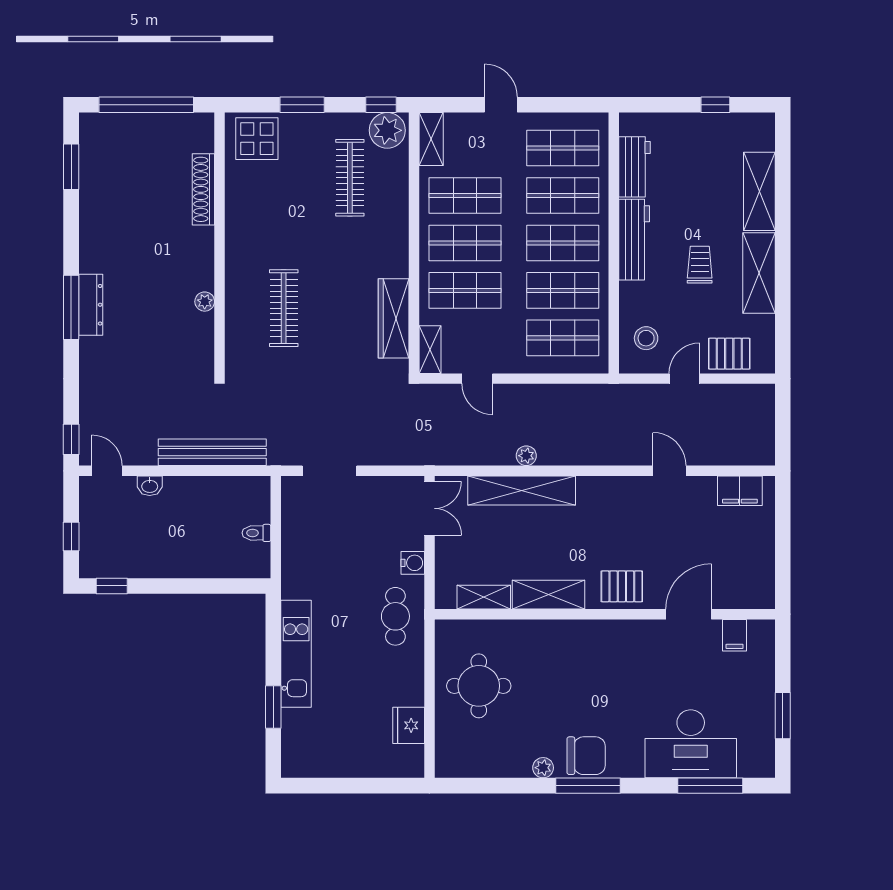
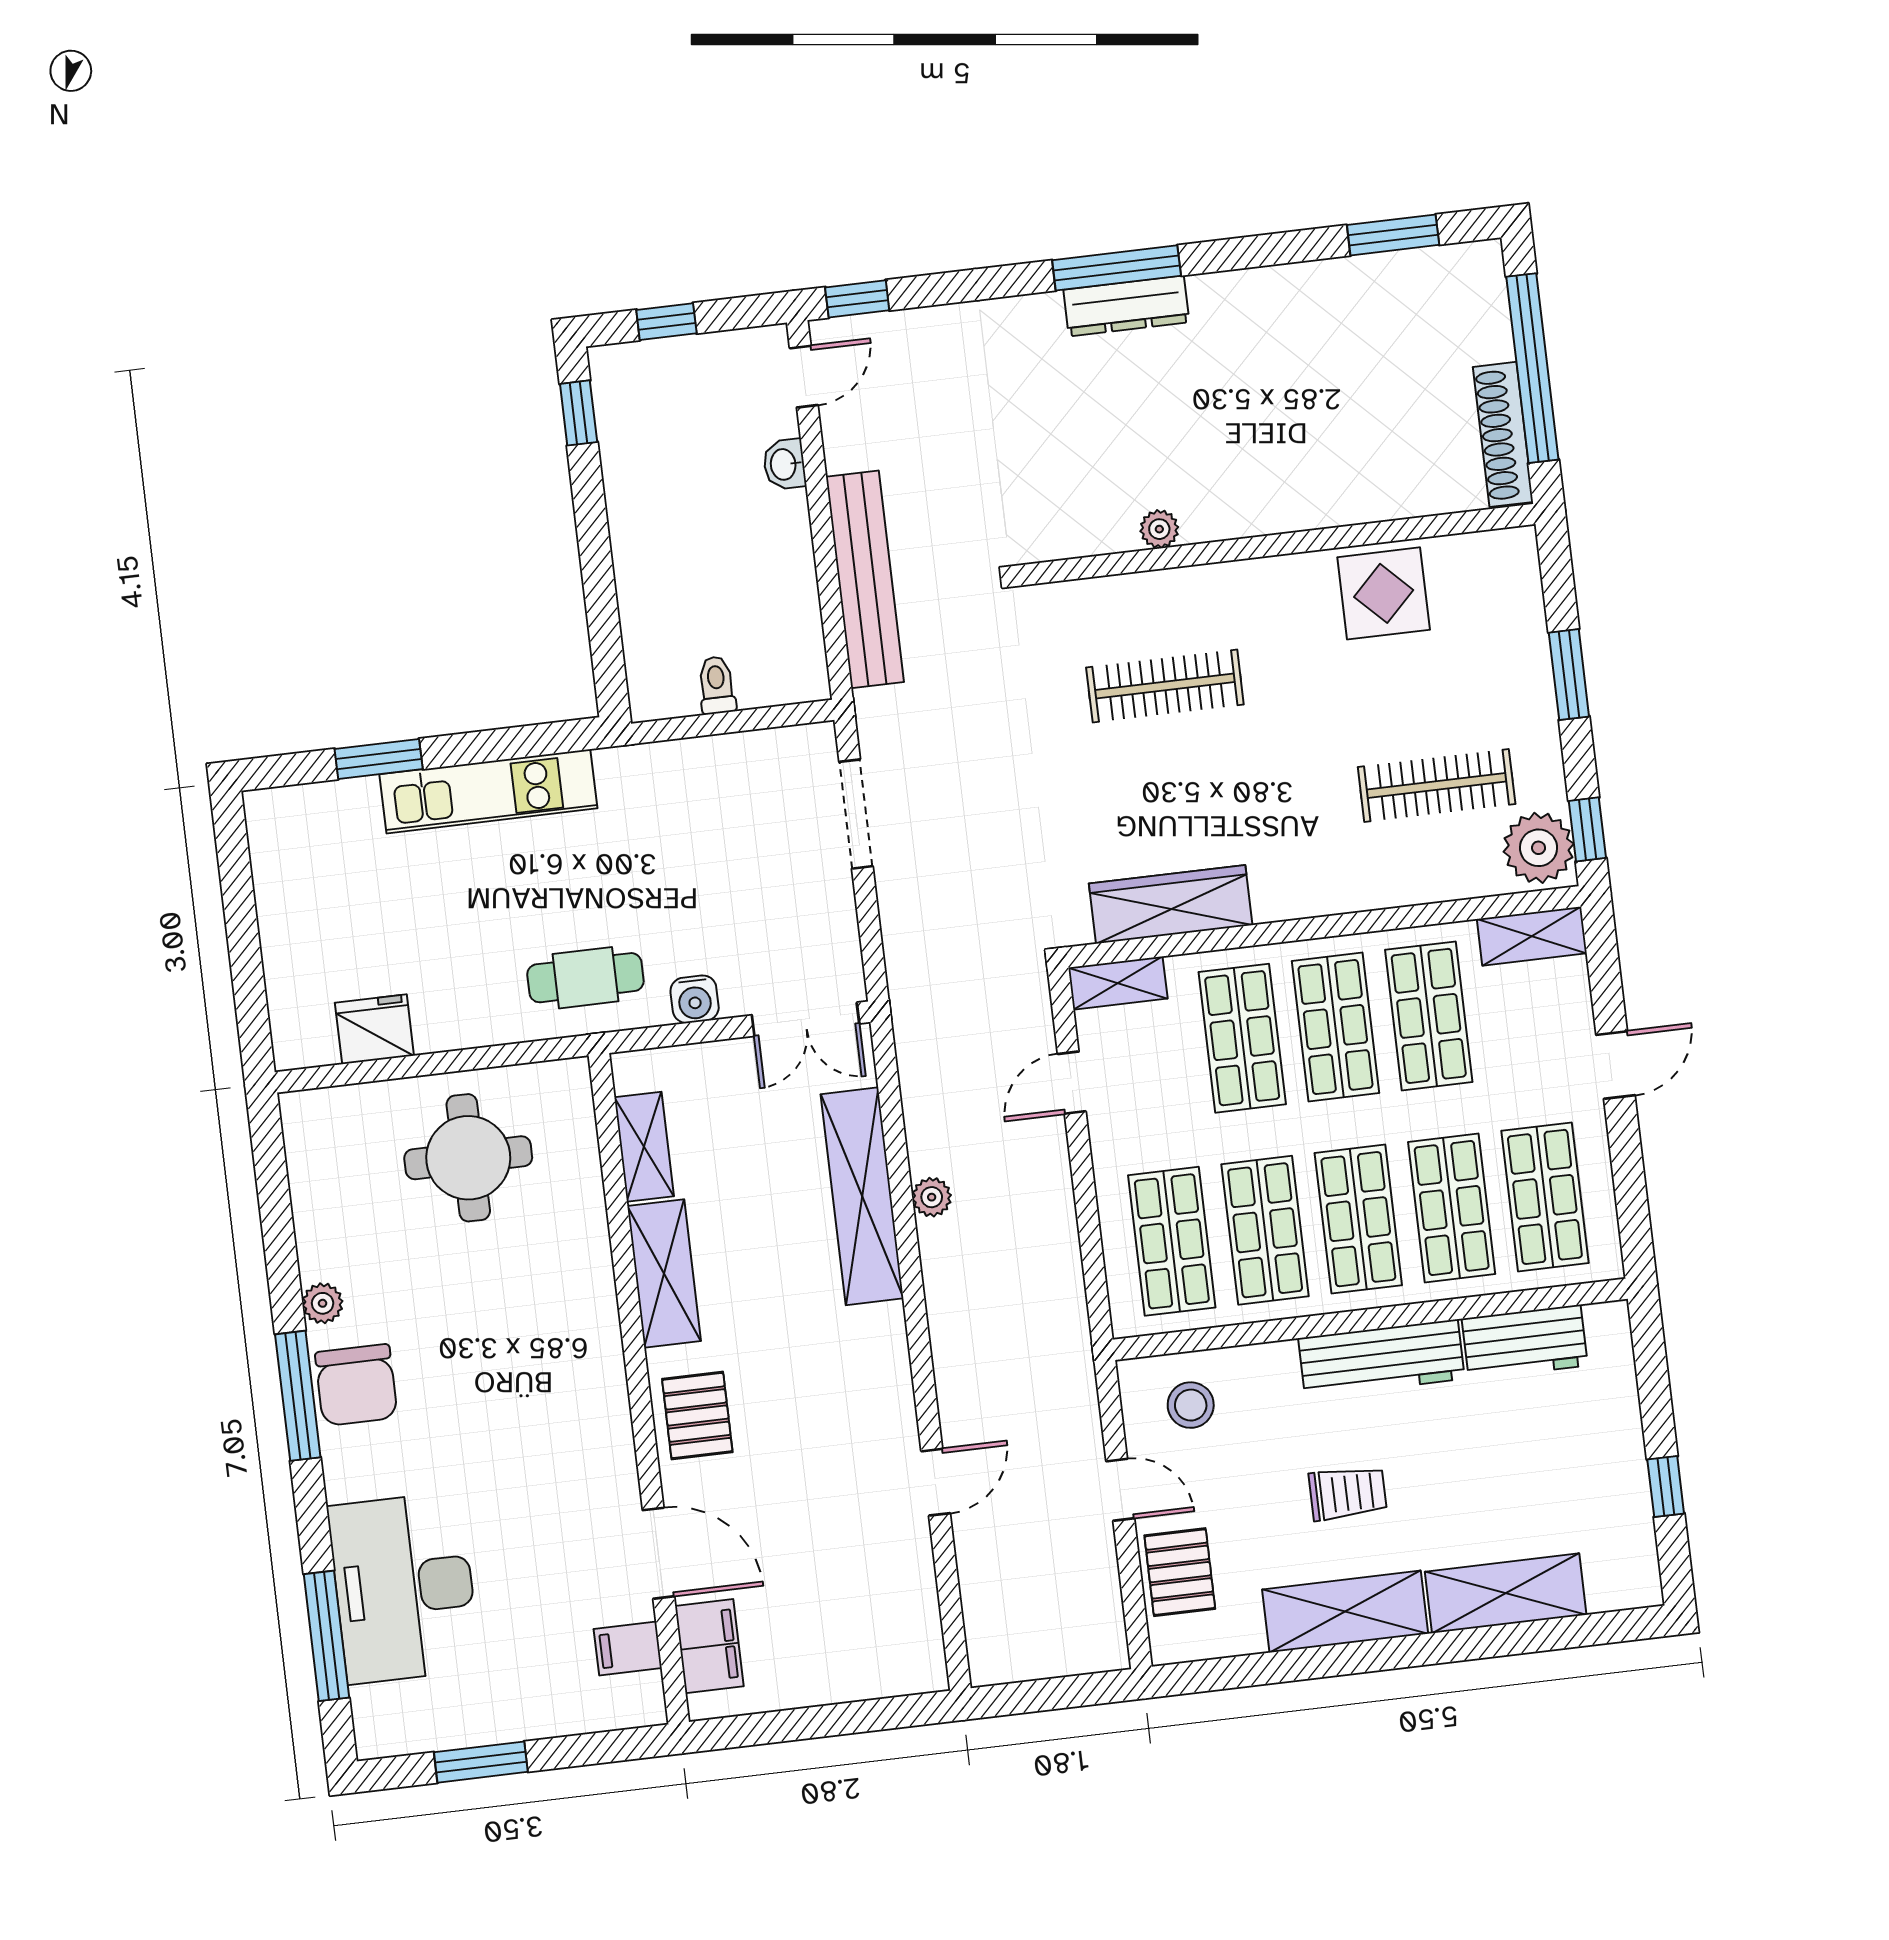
display table: (257, 139) -> (1384, 593), moved
shoe rack: (203, 189) -> (1503, 434), moved, turned -90
filing cabinet: (740, 491) -> (709, 1646), moved, turned 180

